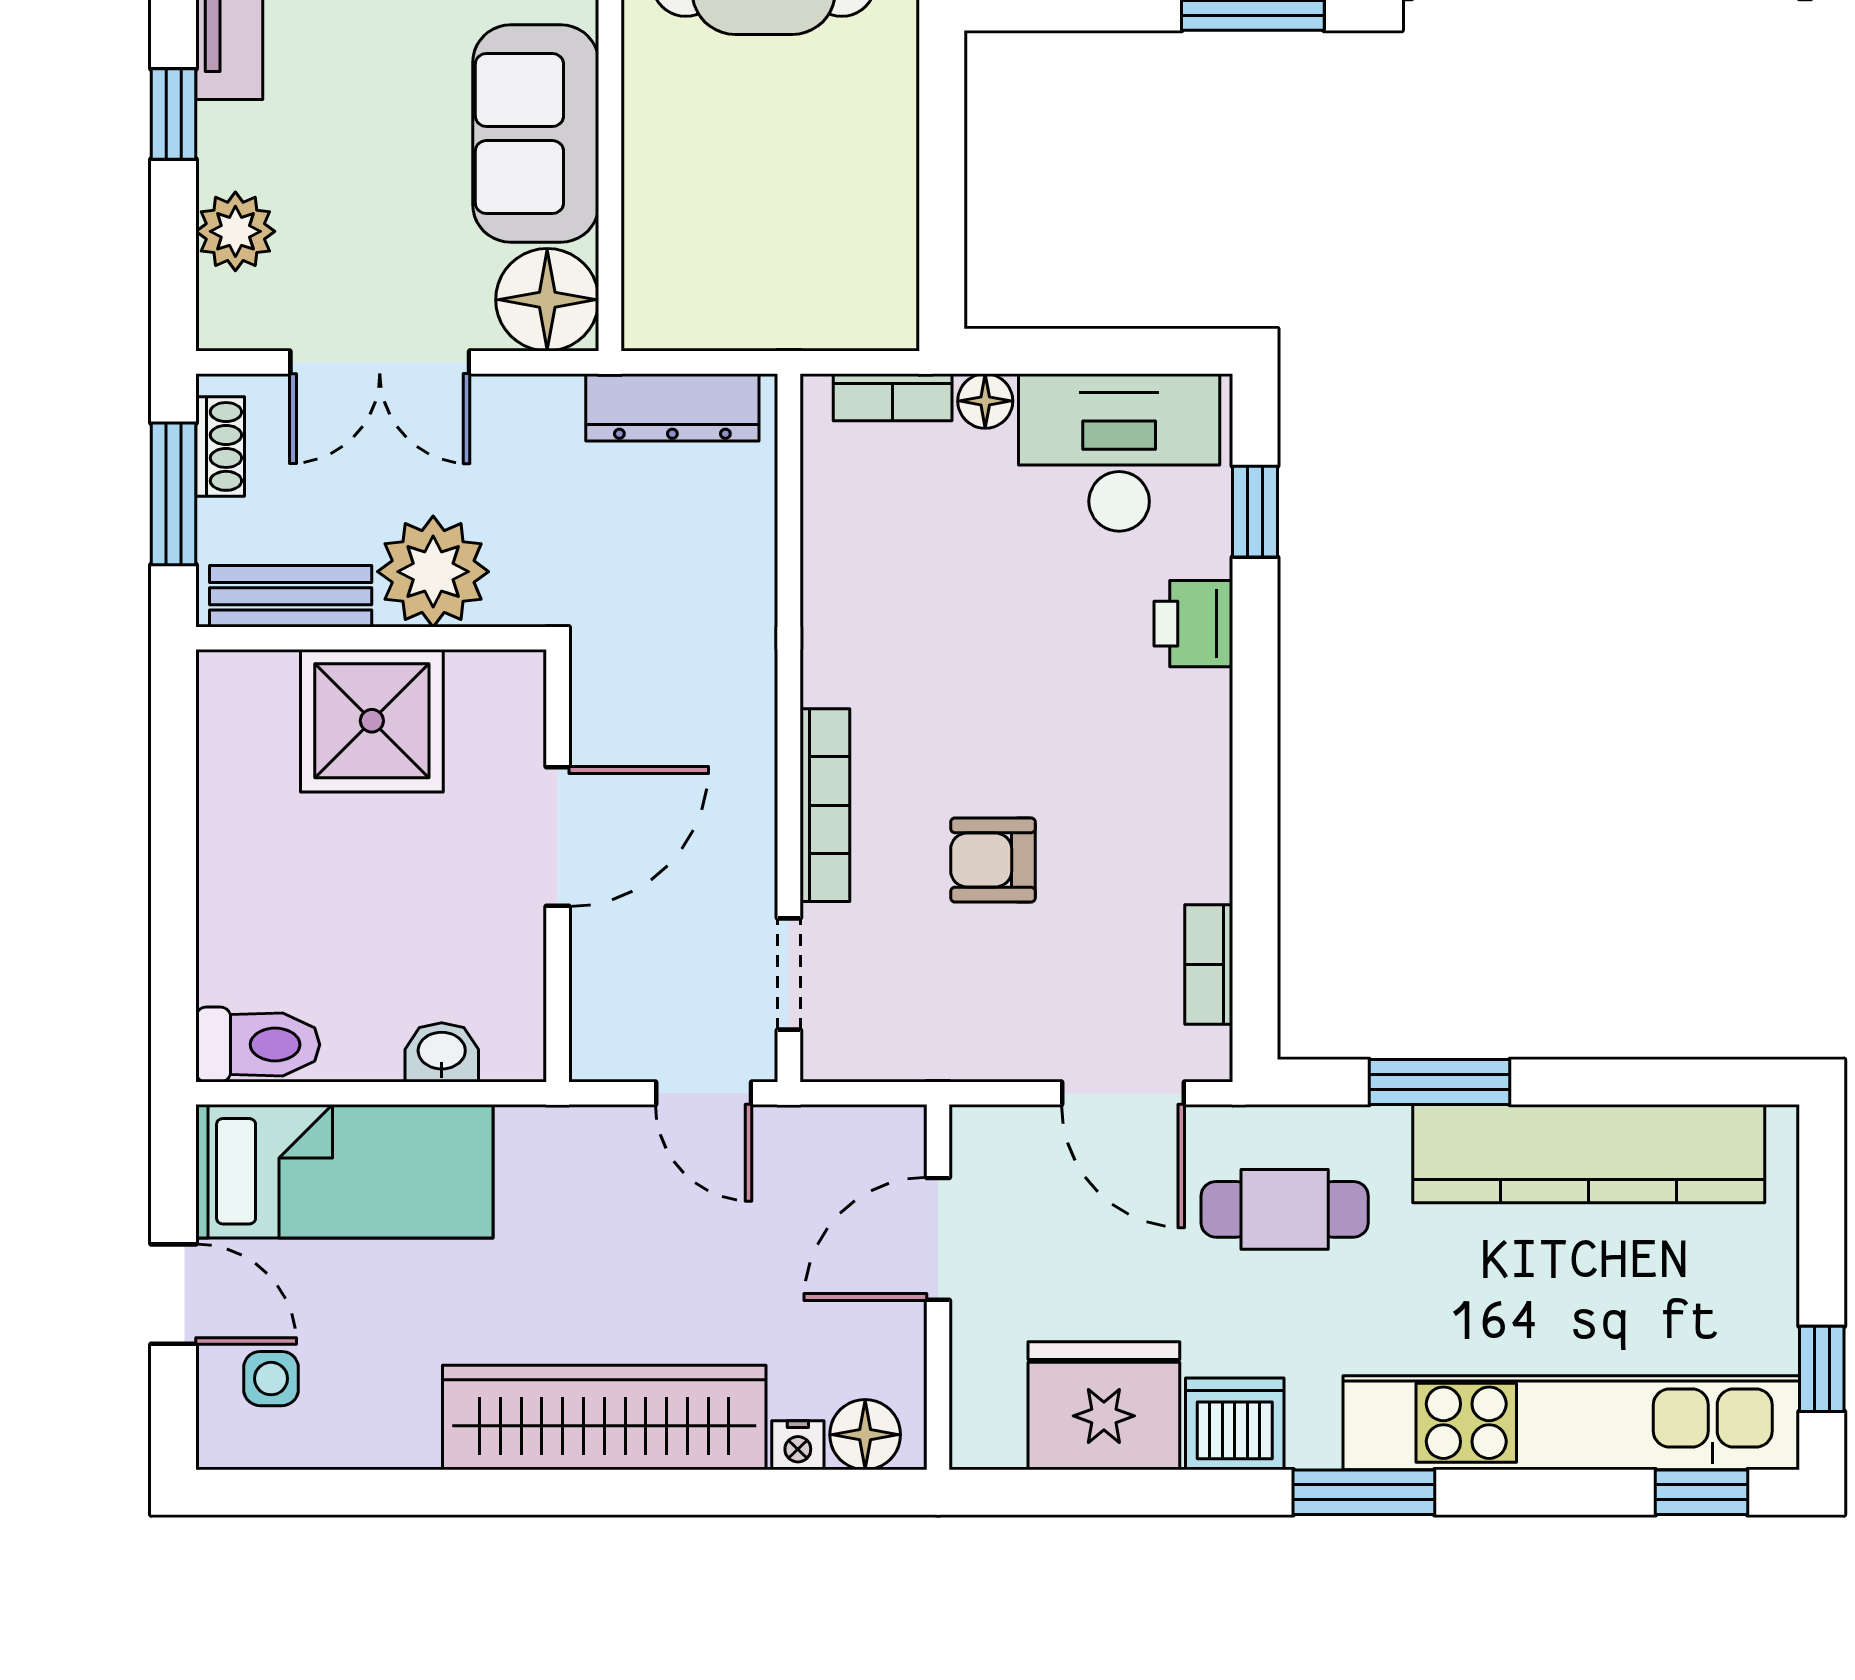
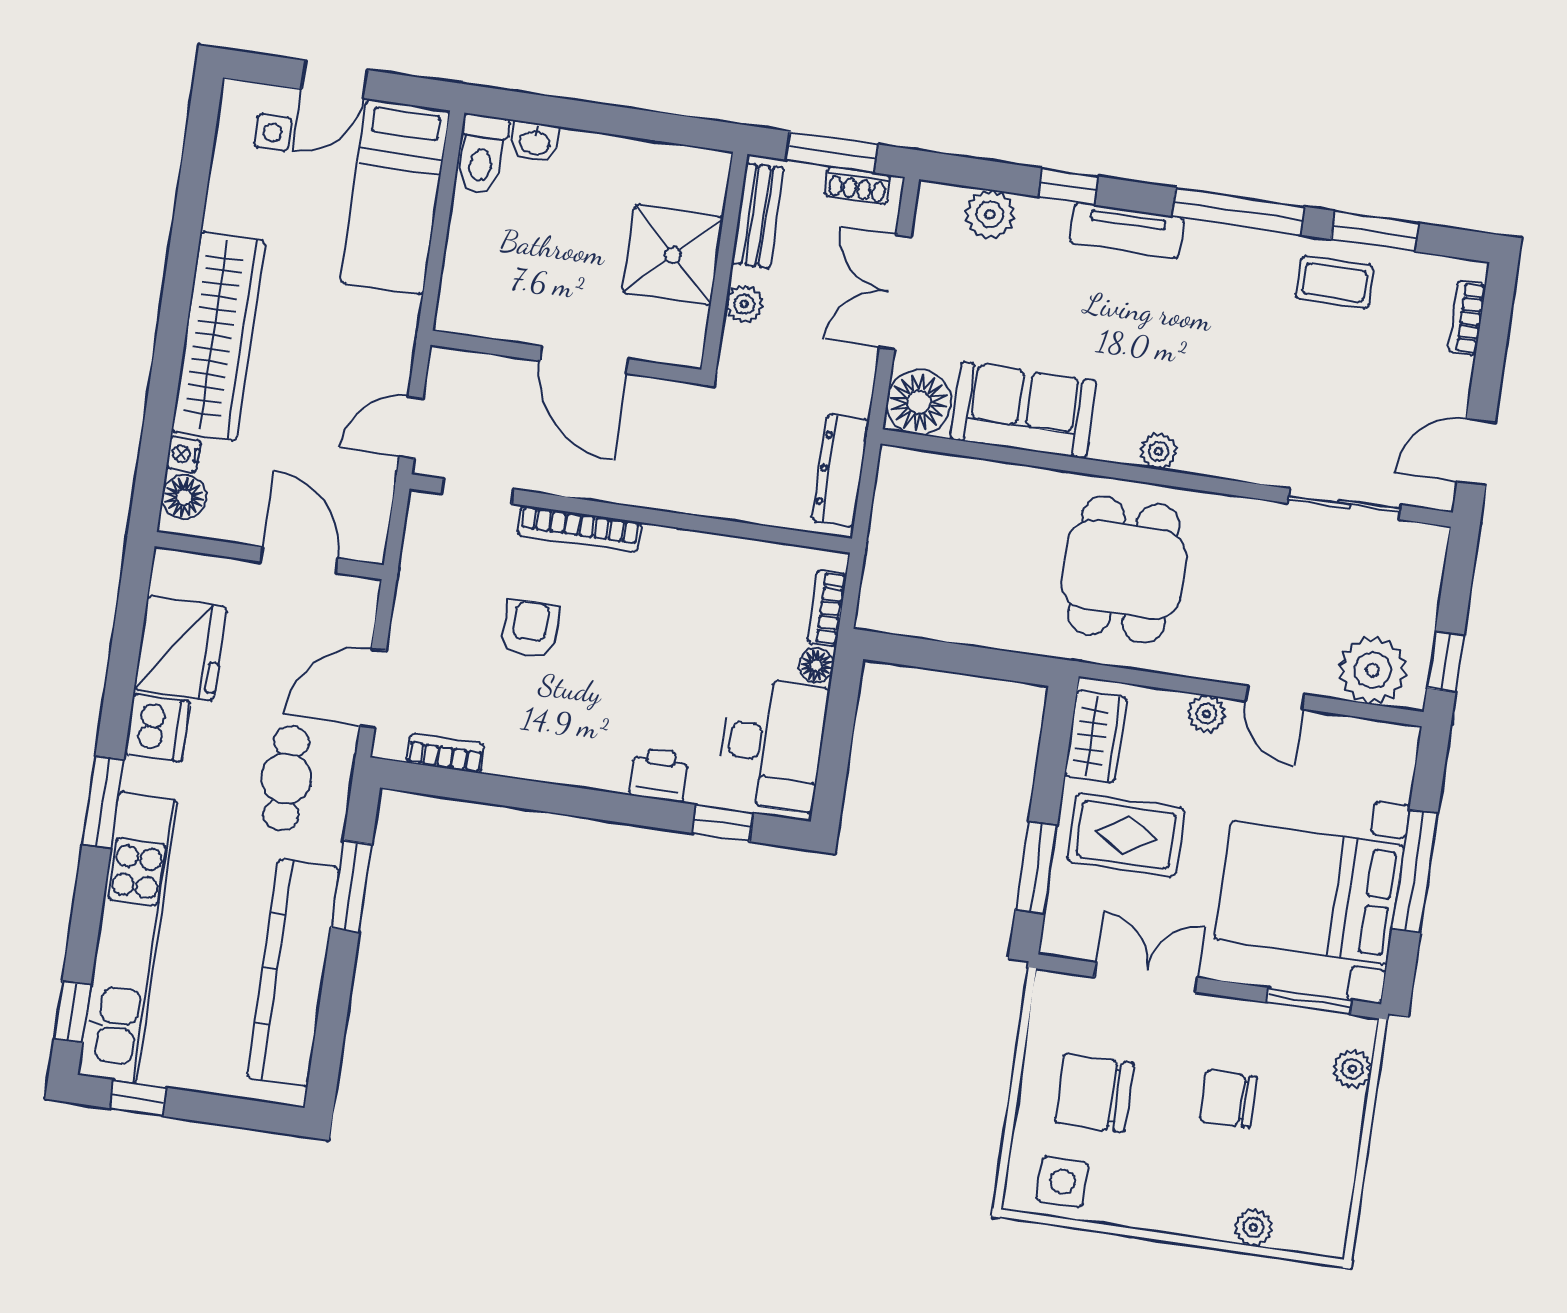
plant: (433, 572) -> (744, 304), width x0.53, depth x0.53
washbasin: (442, 1052) -> (535, 142), moved, turned 90

